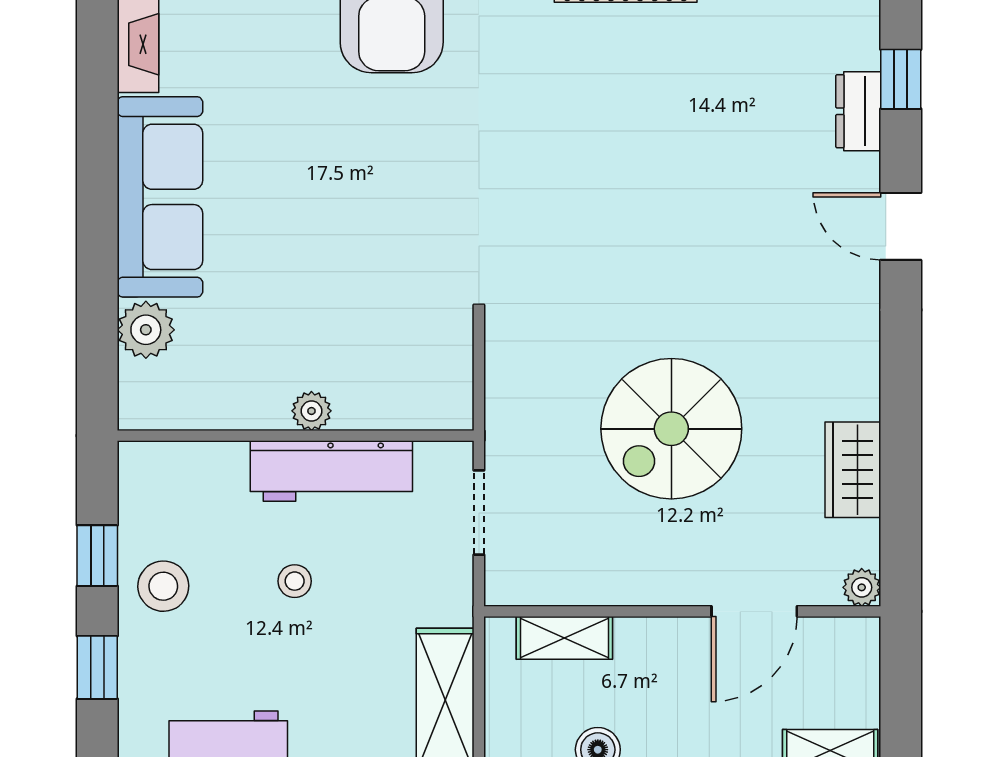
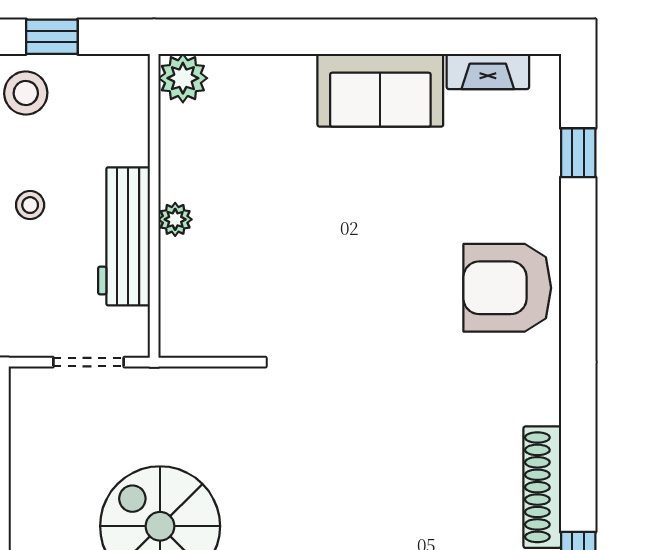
sofa: (160, 197) -> (380, 90), width x0.73
plant: (146, 330) -> (183, 78), moved

